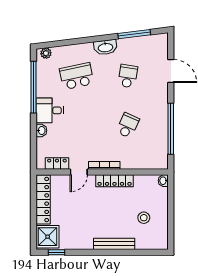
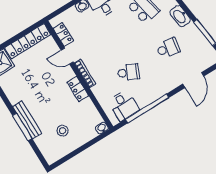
desk: (155, 148) -> (124, 105), added
locker: (115, 181) -> (78, 89), width x0.66
window: (118, 252) -> (22, 127), added

